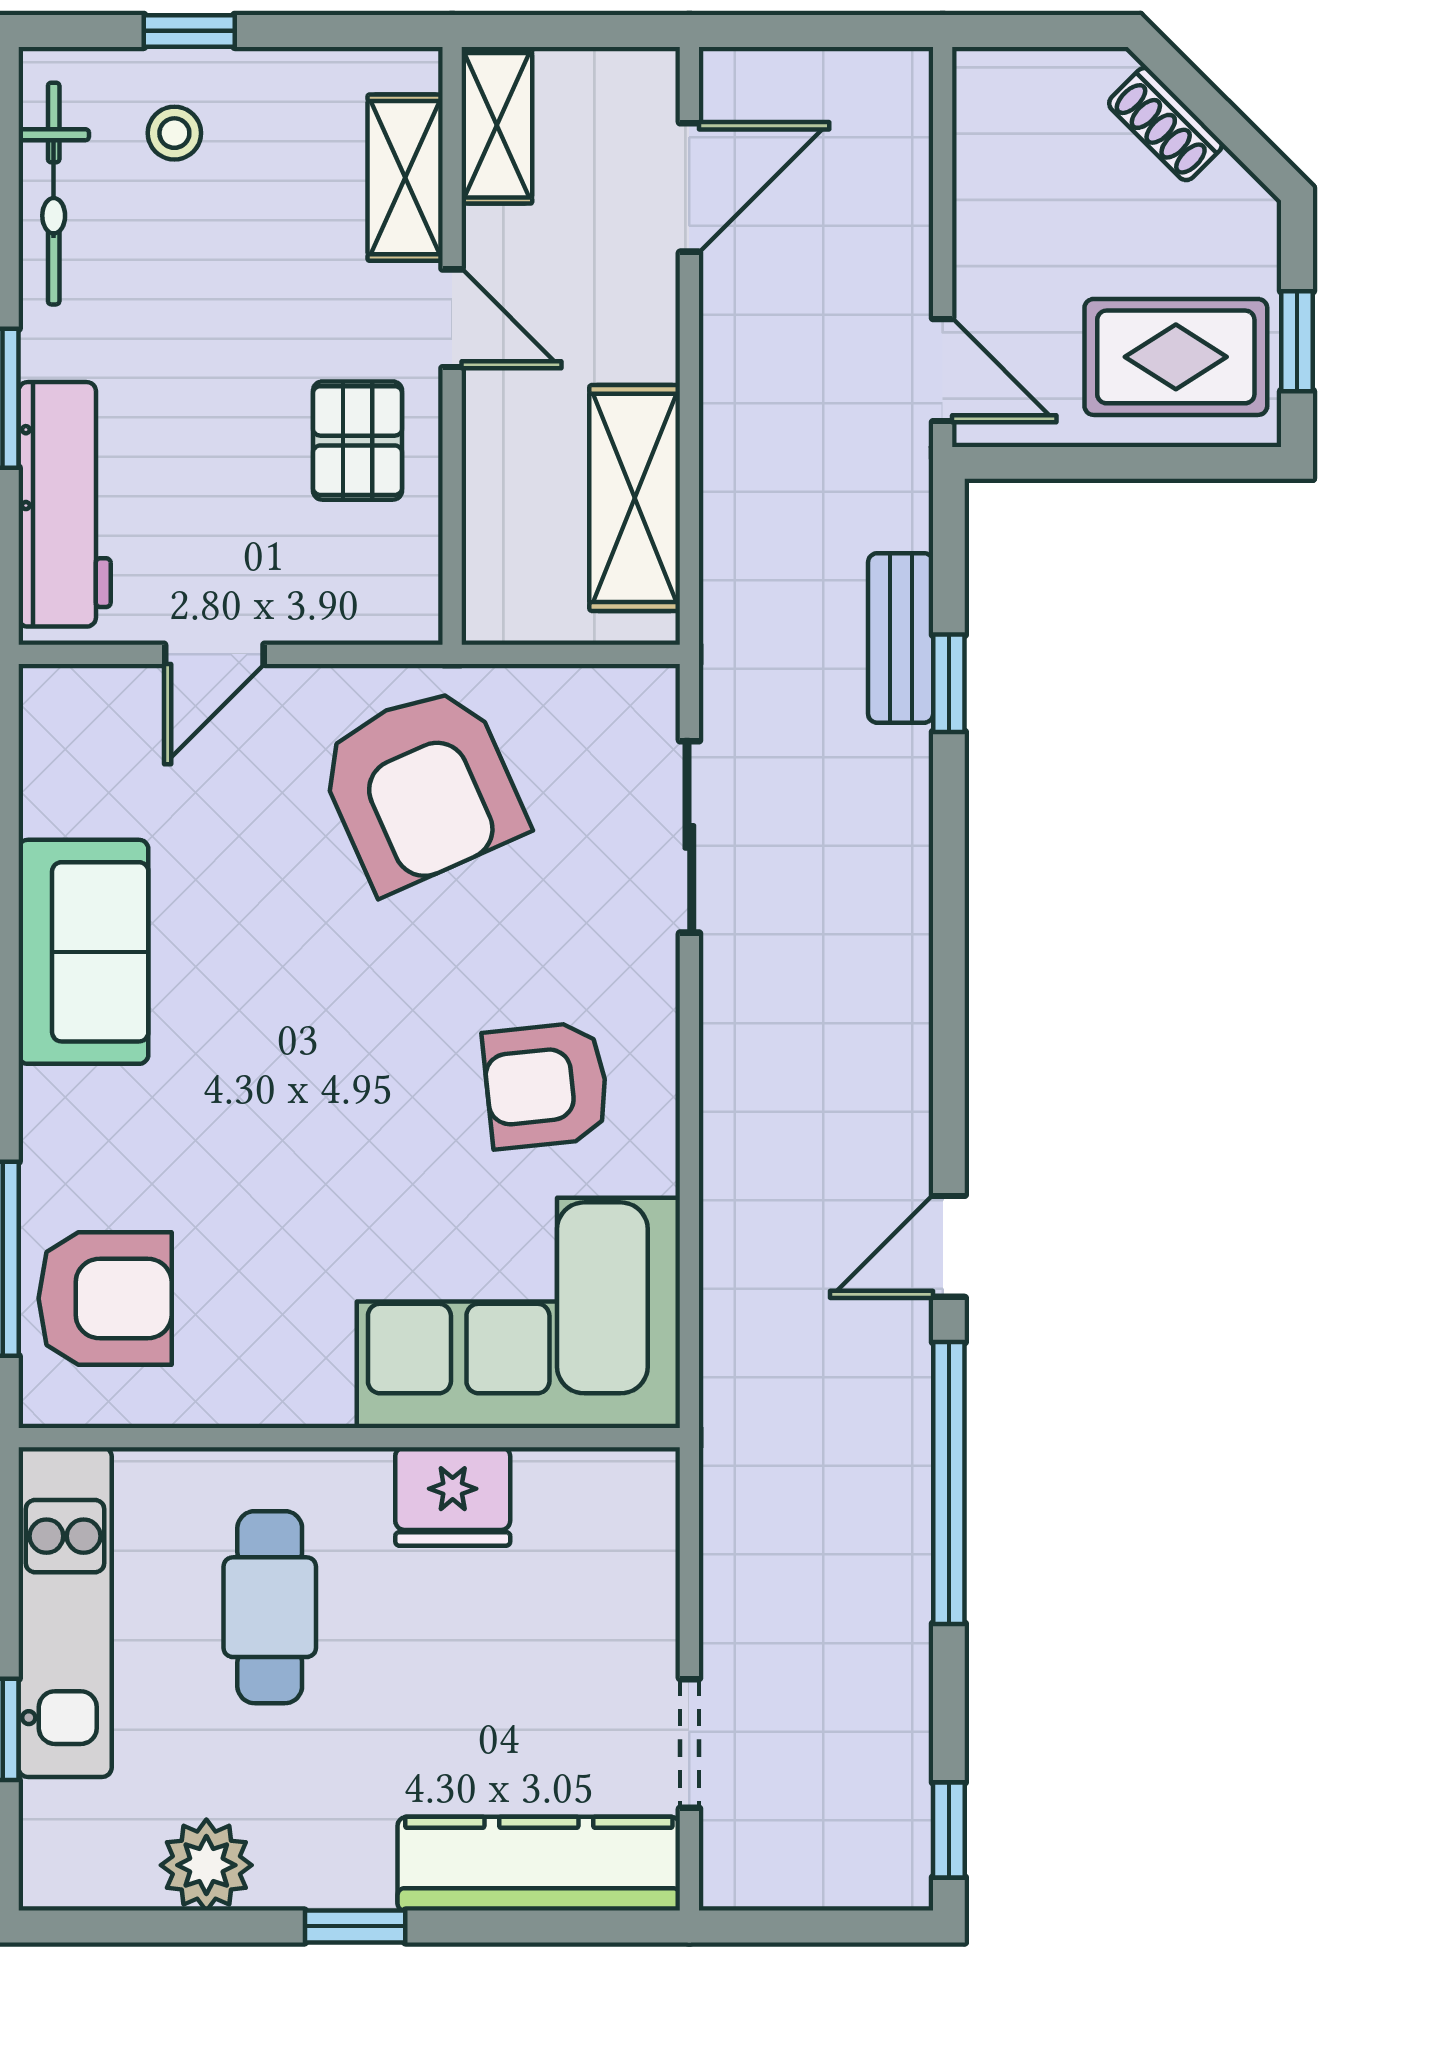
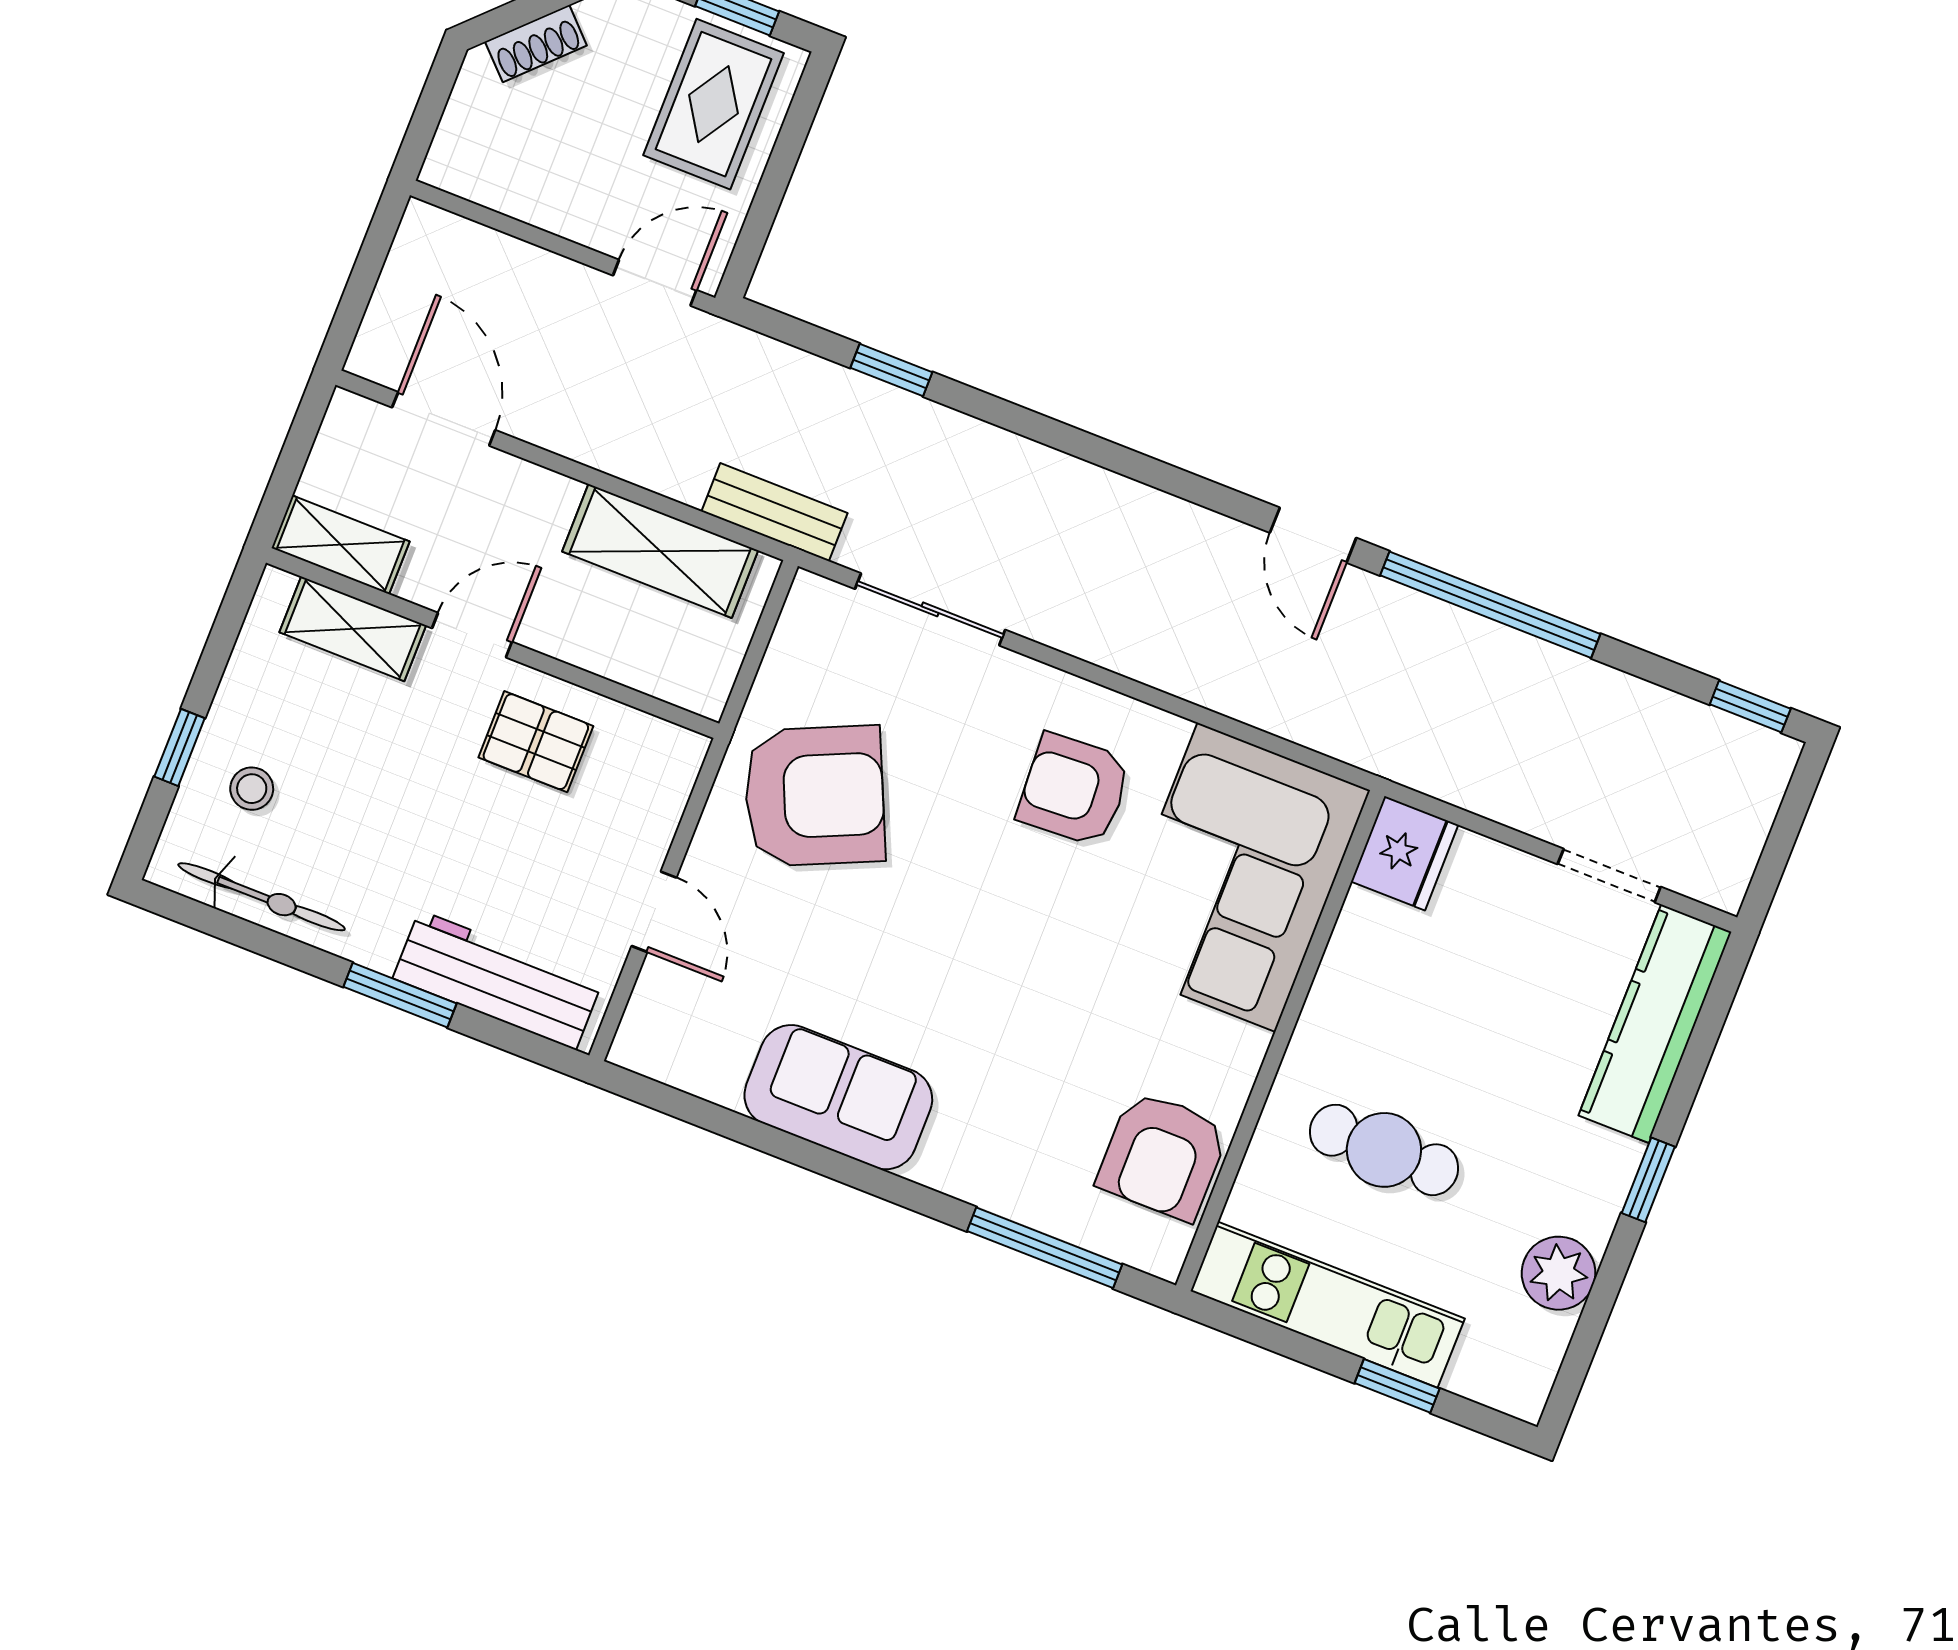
bench: (901, 638) -> (774, 512), moved
armchair: (546, 1085) -> (1074, 790), turned 93
armchair: (105, 1298) -> (1163, 1156), moved, turned 180
fridge: (453, 1496) -> (1405, 853), moved

